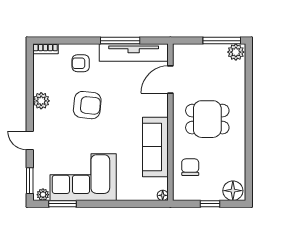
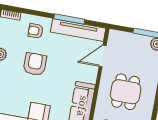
armchair: (87, 105) -> (35, 64), turned -96
dining table: (207, 119) -> (126, 92), turned 90

